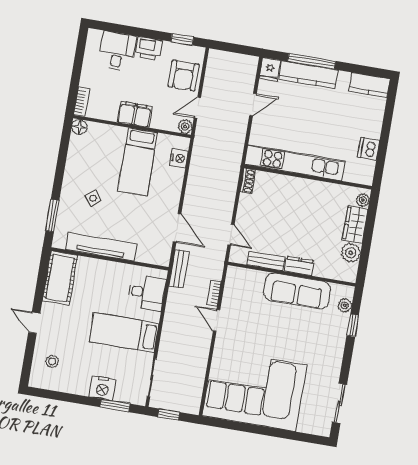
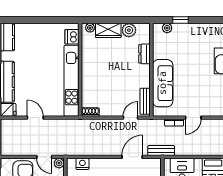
dishwasher: (369, 149) -> (72, 37), moved, turned 90
bench: (266, 261) -> (145, 101), moved
dresser: (299, 266) -> (144, 54), moved
sofa: (297, 291) -> (163, 83), moved

